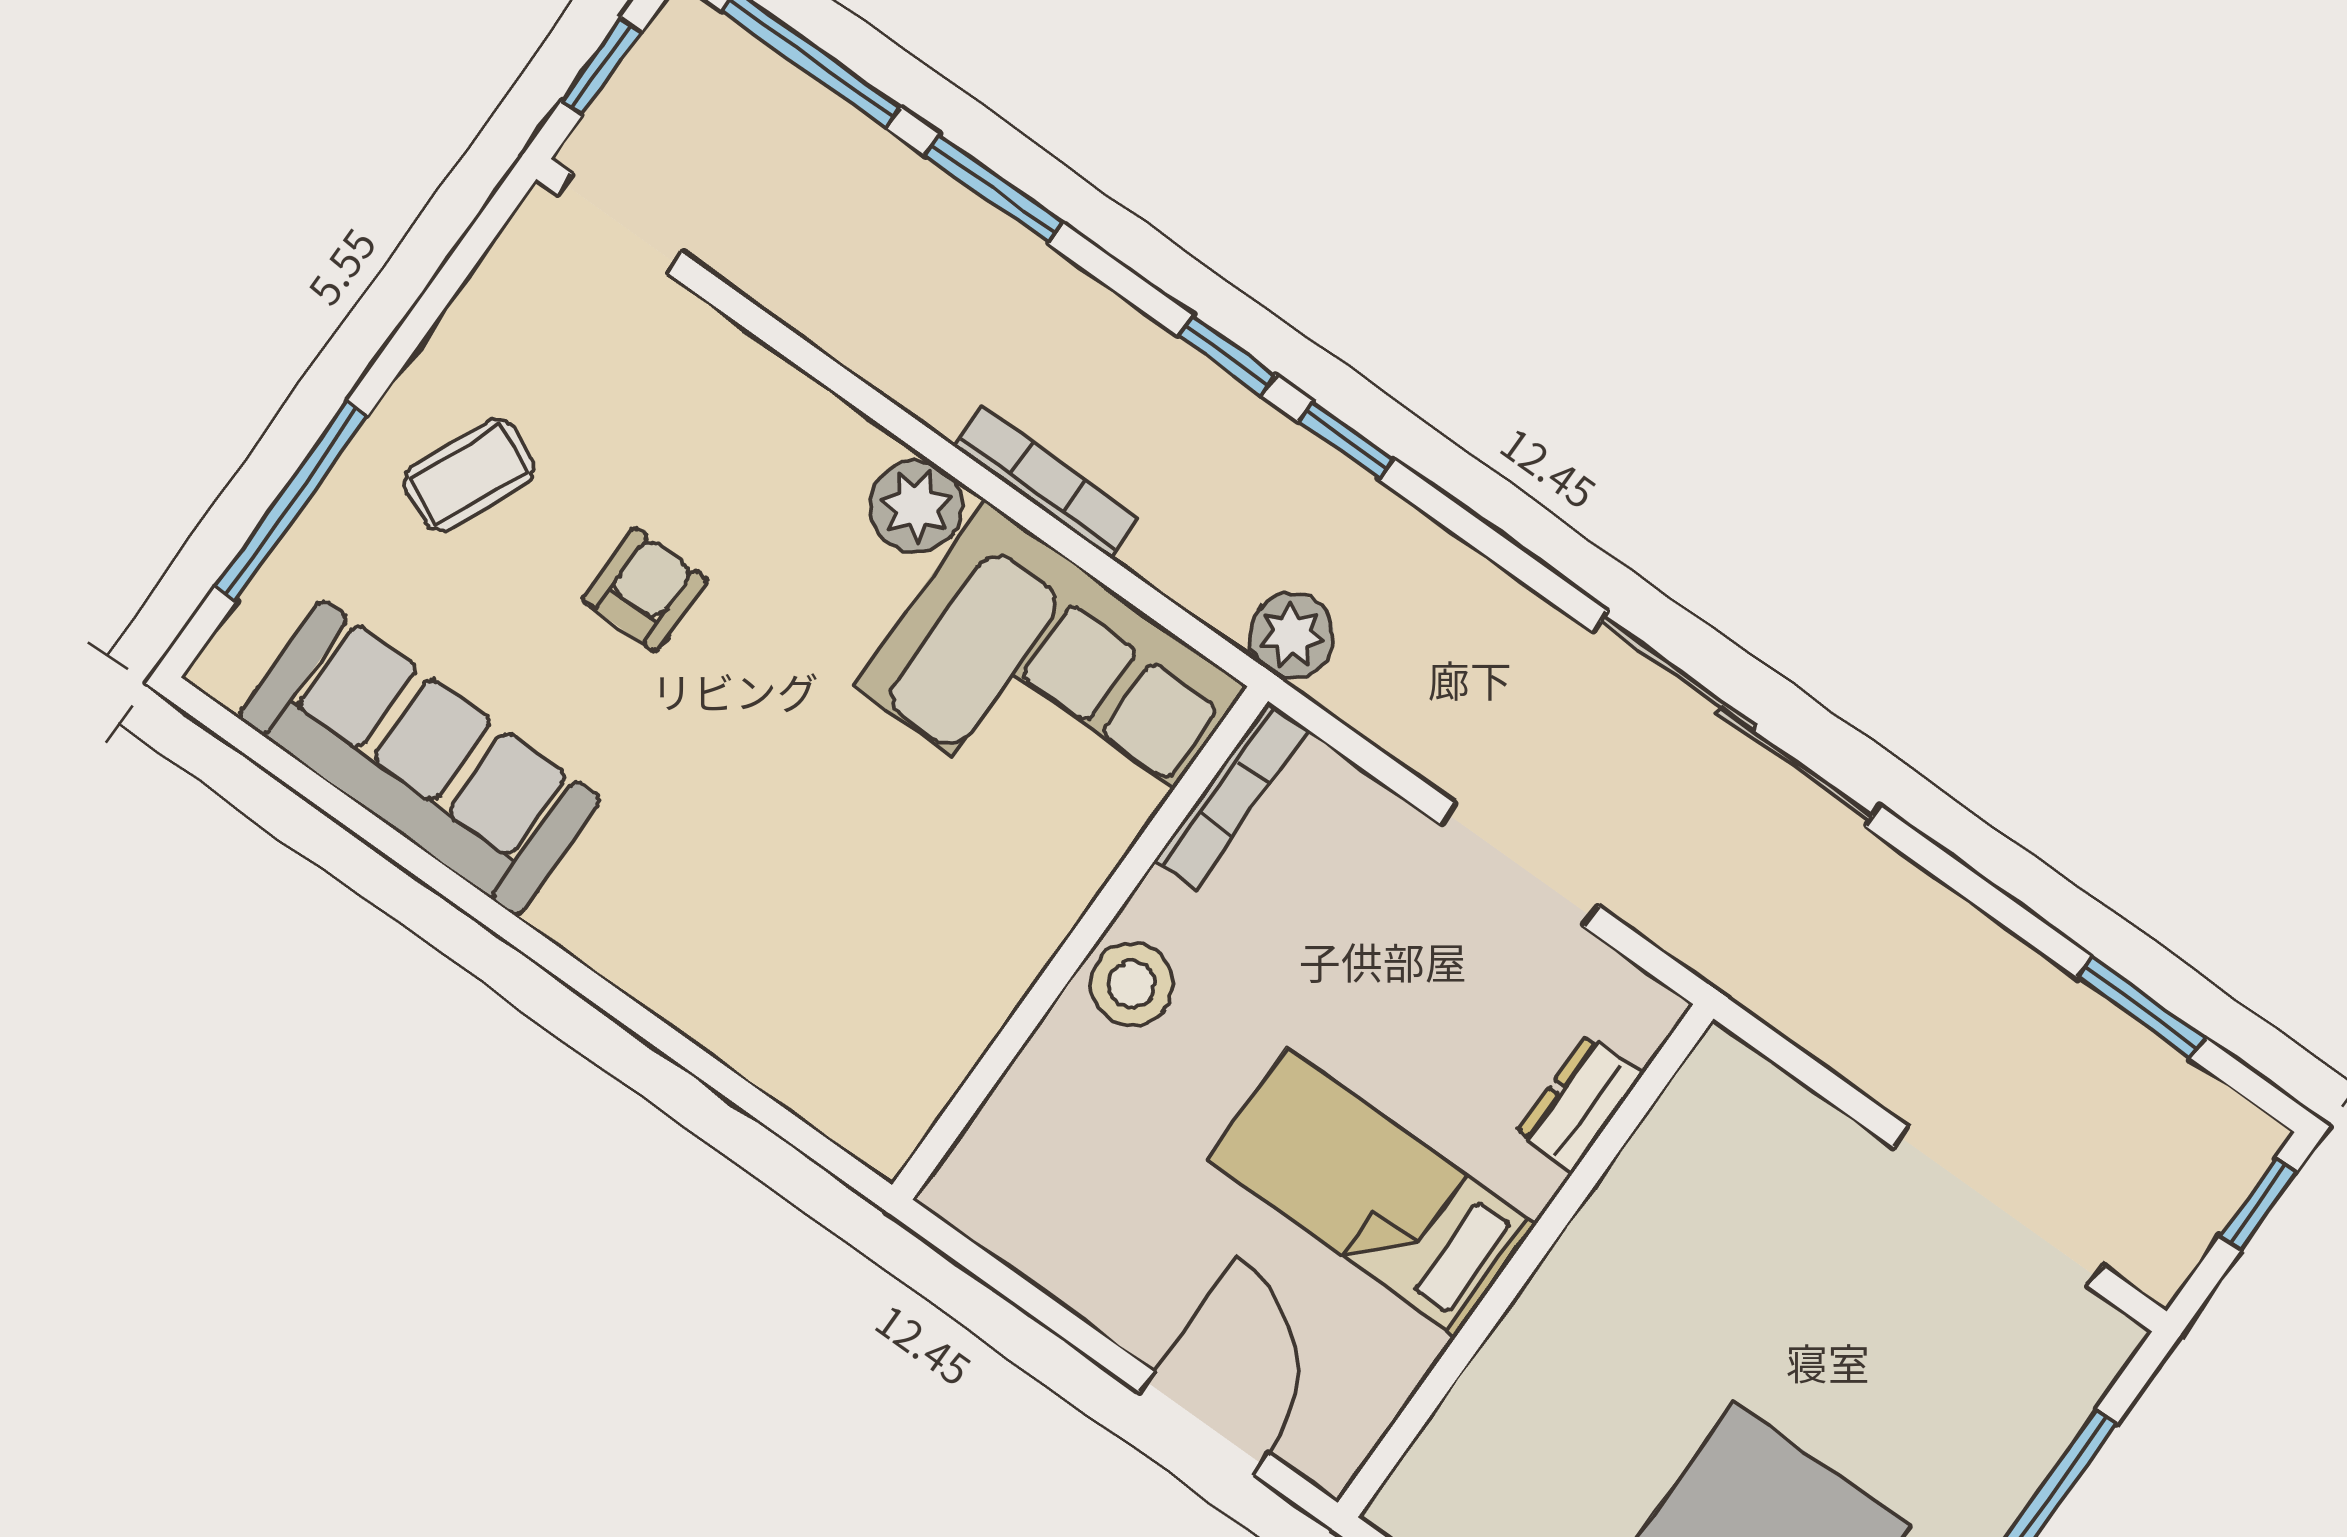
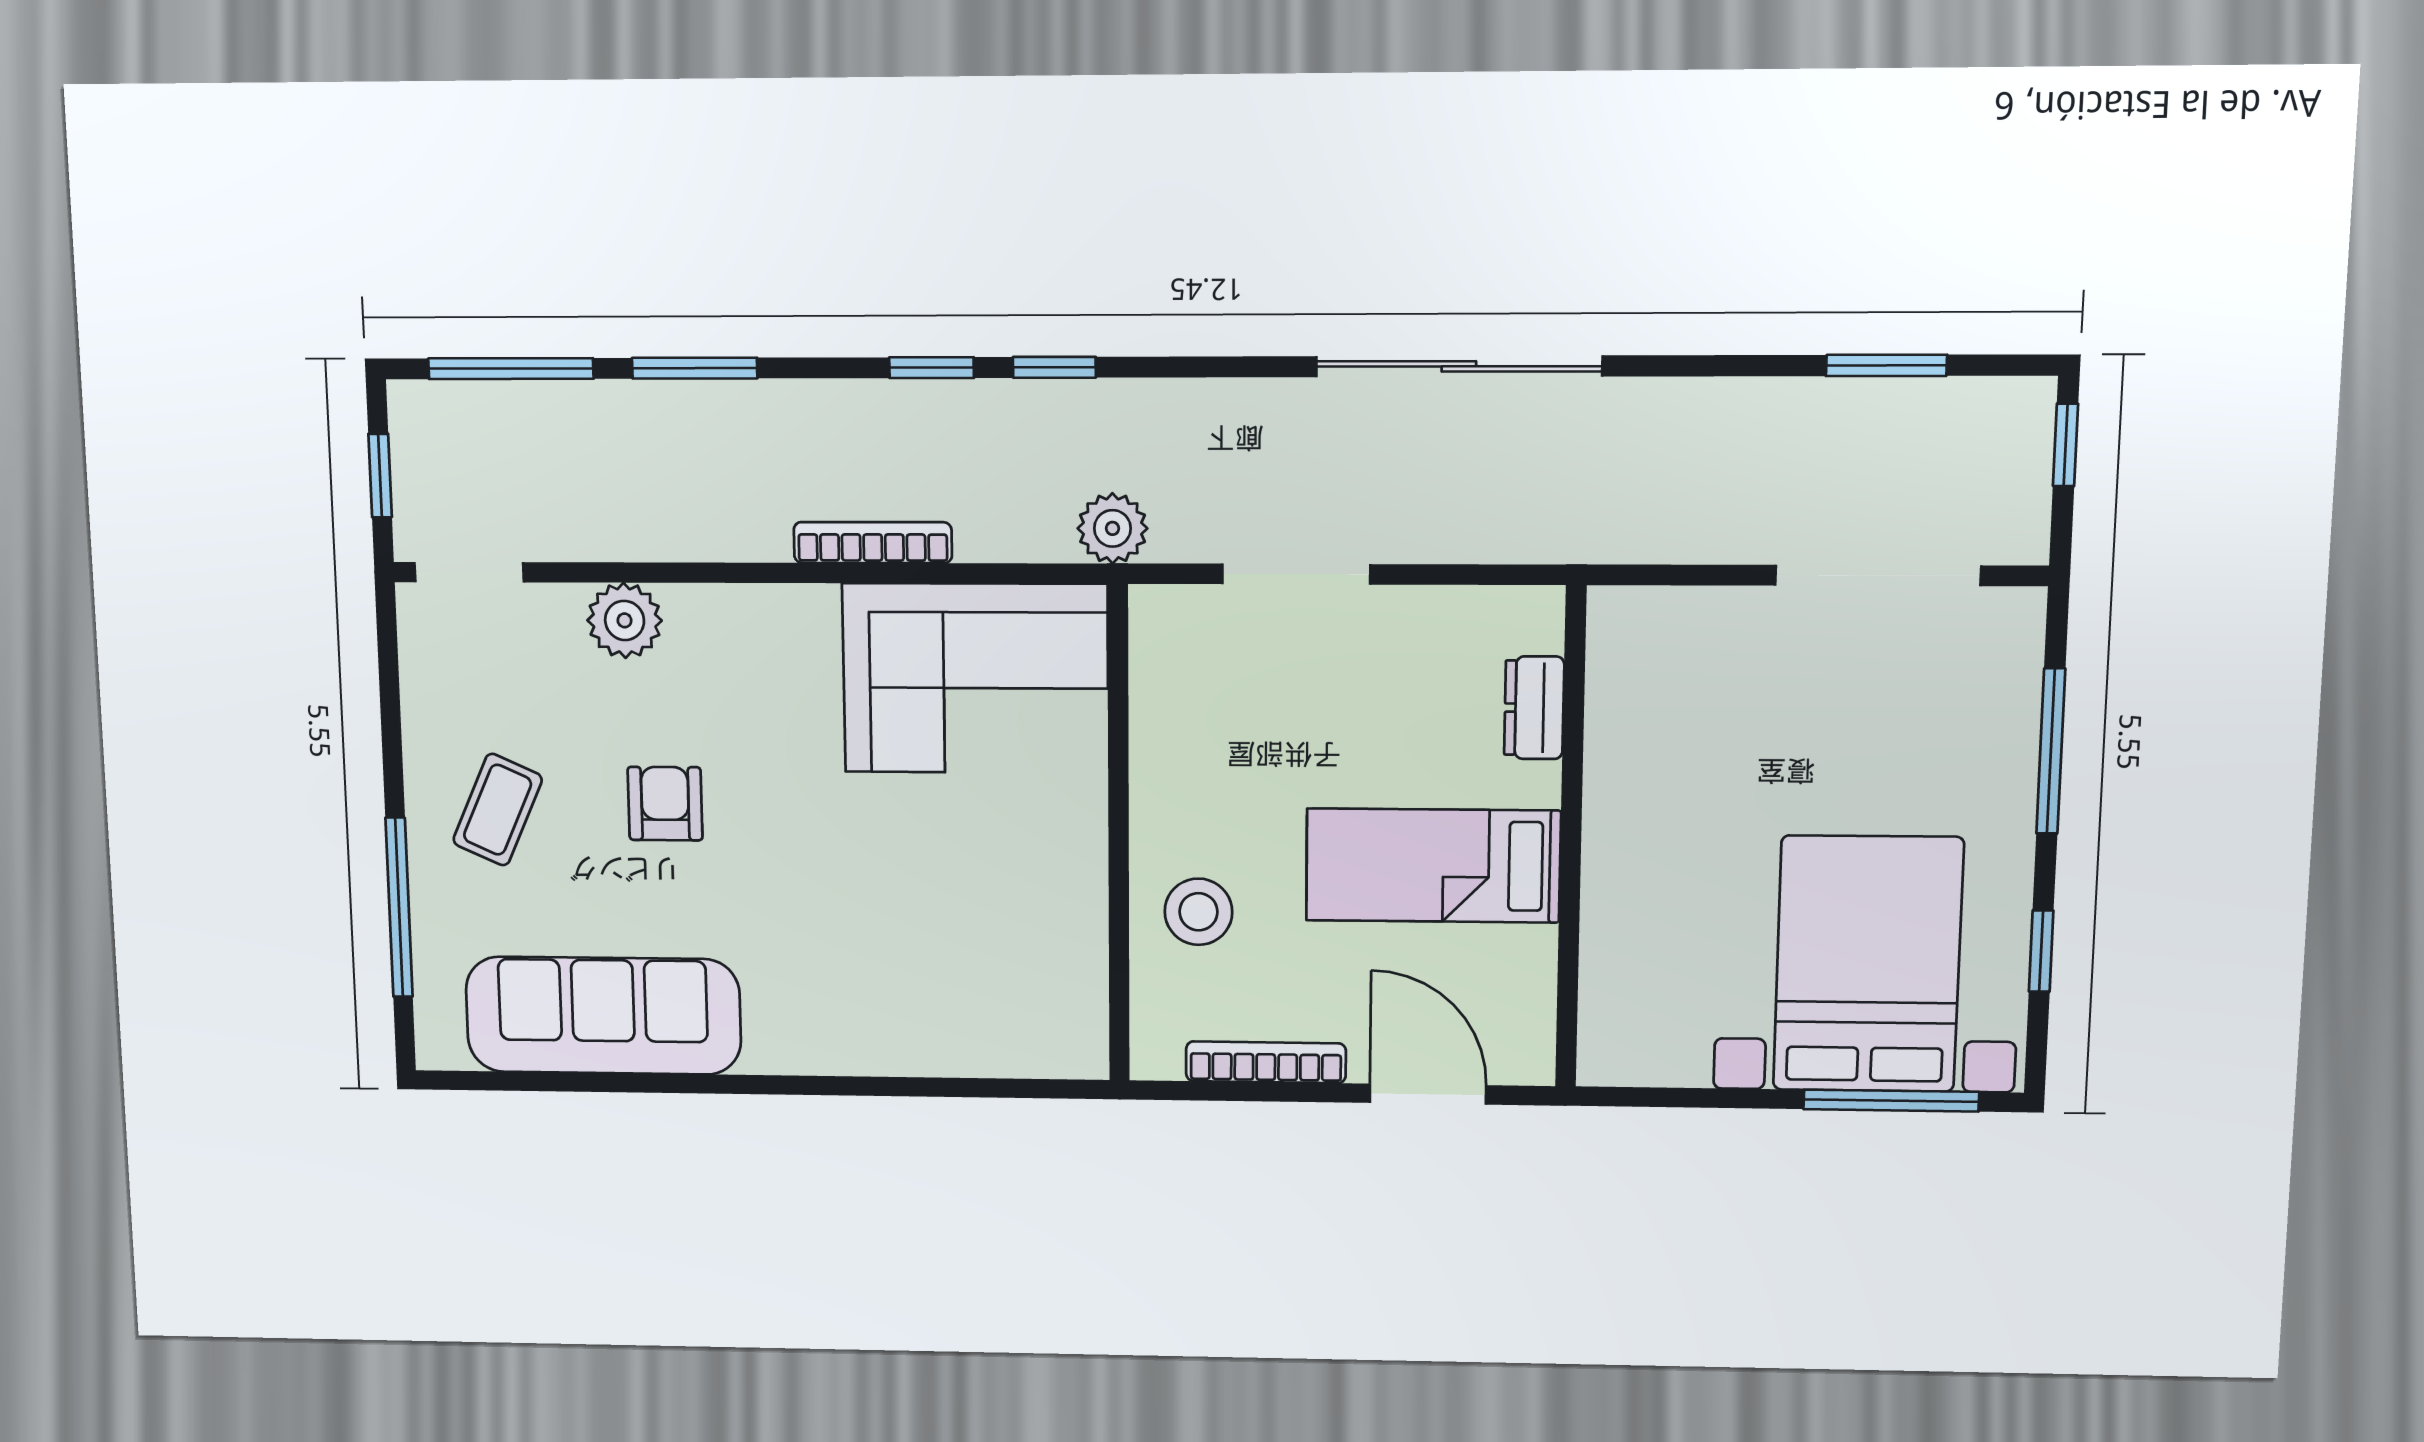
plant: (916, 506) -> (625, 620), moved
bookcase: (1231, 795) -> (1266, 1062), moved, turned -90
doorway: (1519, 865) -> (1296, 574), moved
stool: (1132, 984) -> (1198, 912), moved

